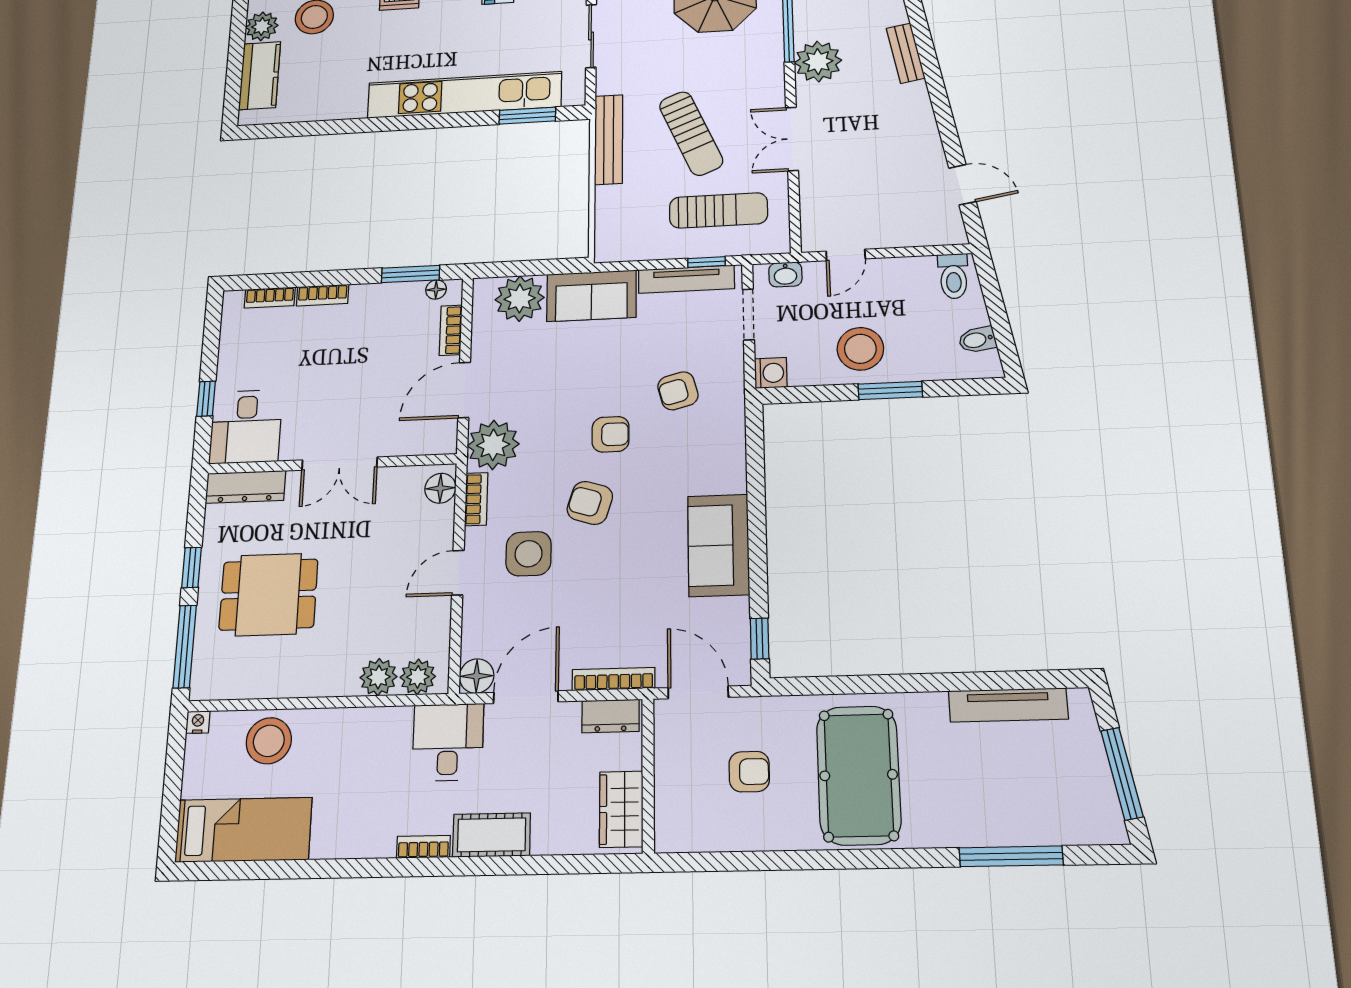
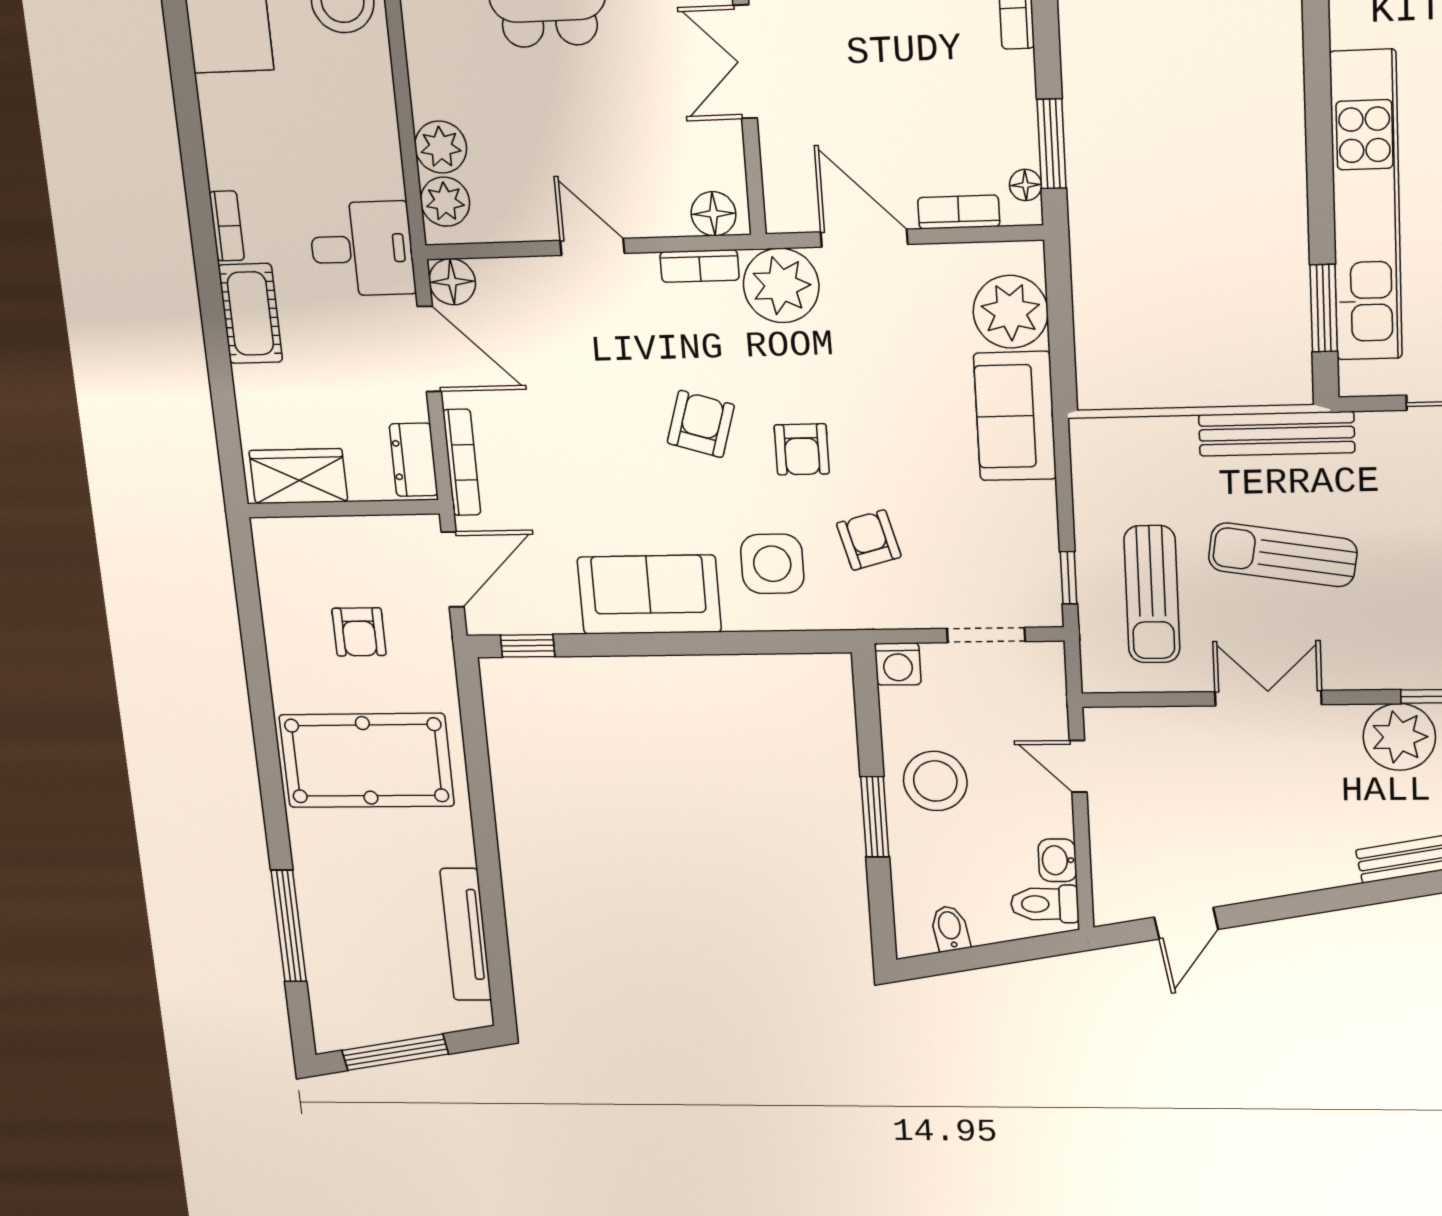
sun lounger: (691, 133) -> (1283, 555), turned 32
washbasin: (785, 274) -> (1057, 860), moved
tv unit: (686, 279) -> (1041, 550), removed
side table: (529, 554) -> (772, 564), moved

